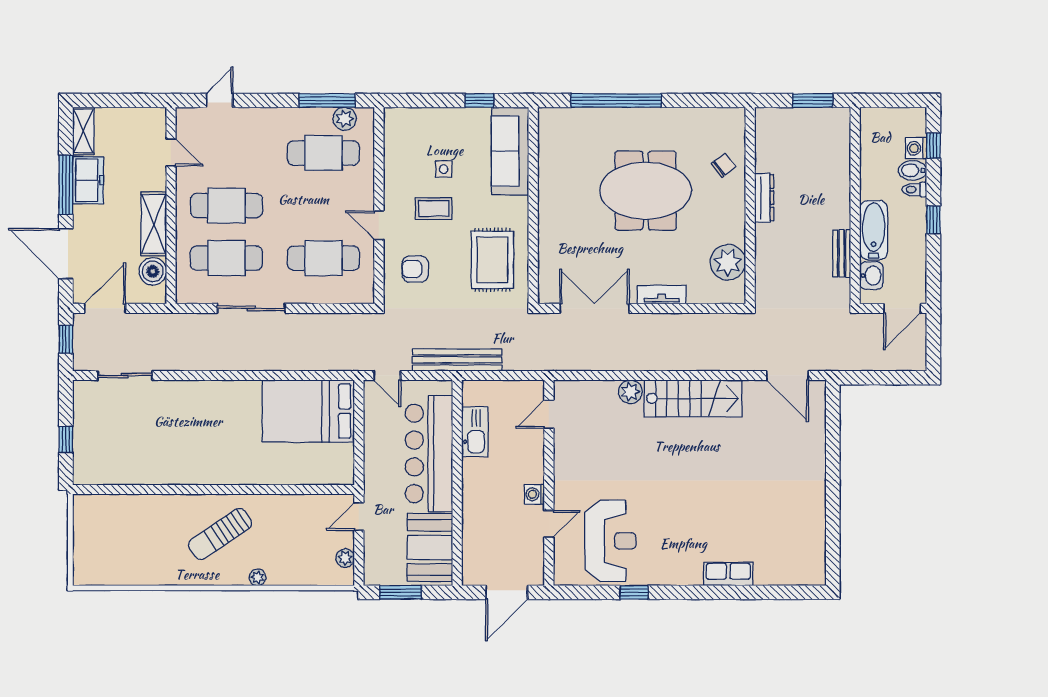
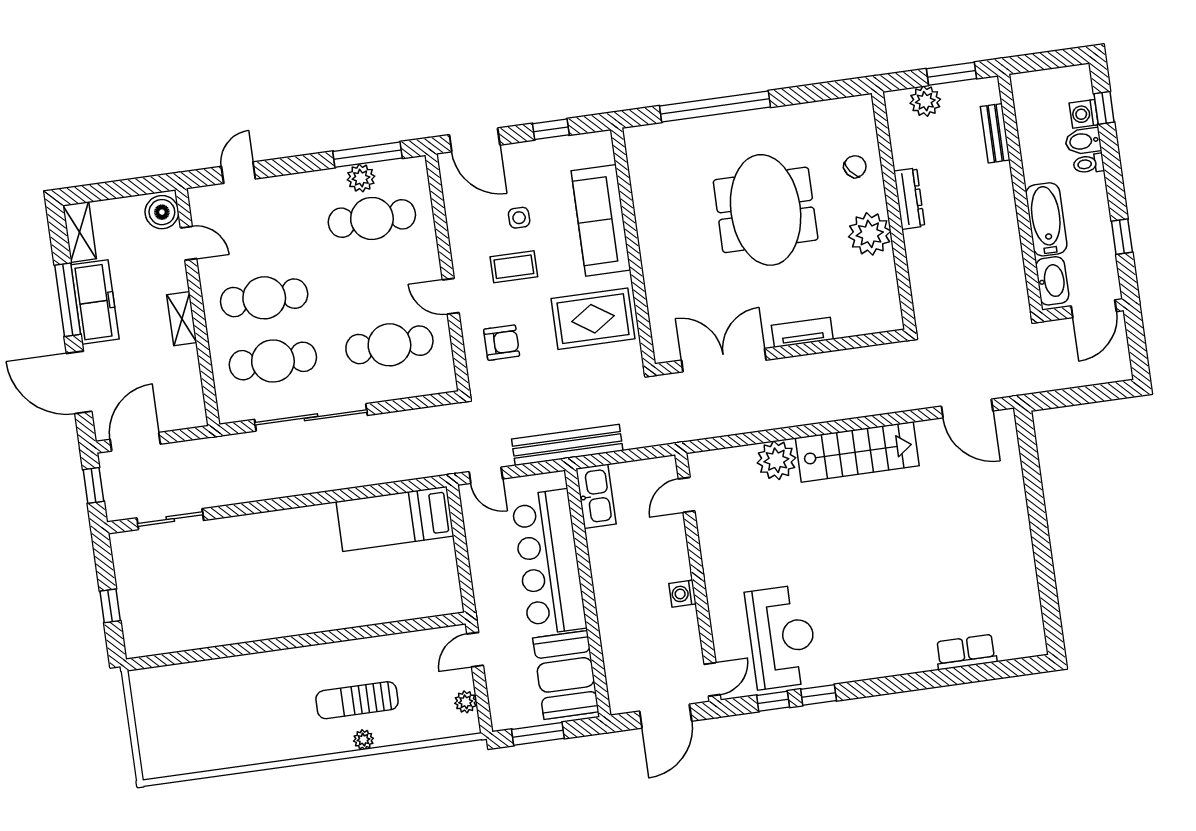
door: (416, 100) -> (475, 140), added
plant: (345, 119) -> (361, 178), moved
plant: (788, 120) -> (925, 101), added
sofa: (510, 151) -> (601, 220), moved
freezer: (88, 180) -> (95, 302), width x1.40
meeting table: (646, 191) -> (766, 210), turned 90
window: (933, 220) -> (1122, 237), moved
shelving: (154, 224) -> (182, 319), width x0.67, depth x0.75
bench: (842, 253) -> (995, 133), moved
rug: (492, 260) -> (593, 319), turned 90
plant: (728, 262) -> (870, 234), moved
armchair: (415, 269) -> (502, 343), turned 180
boiler: (153, 271) -> (162, 212), moved
washbasin: (871, 276) -> (1052, 281), width x1.38
sliding door: (251, 308) -> (311, 417), width x1.36
plant: (630, 392) -> (776, 460), width x1.36, depth x1.36
bed: (308, 411) -> (395, 519), width x0.67
kitchen sink: (475, 432) -> (596, 496), moved
door: (549, 524) -> (712, 679), moved
sun lounger: (220, 534) -> (357, 700), moved, turned 34
row of seats: (728, 574) -> (966, 652), moved
window: (596, 592) -> (773, 701), added

